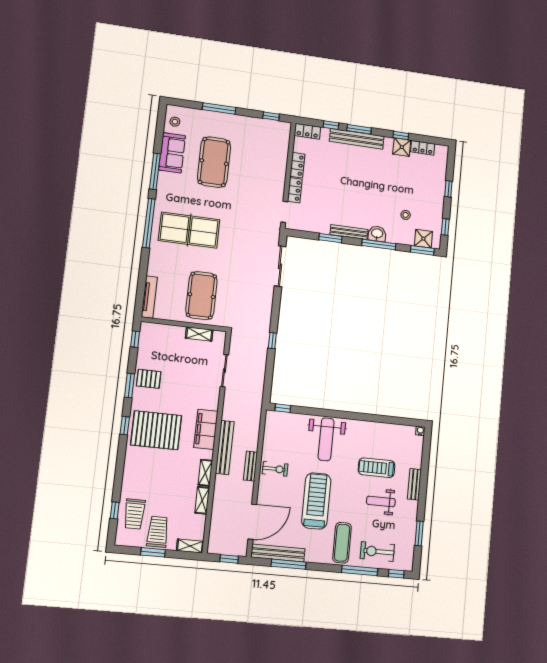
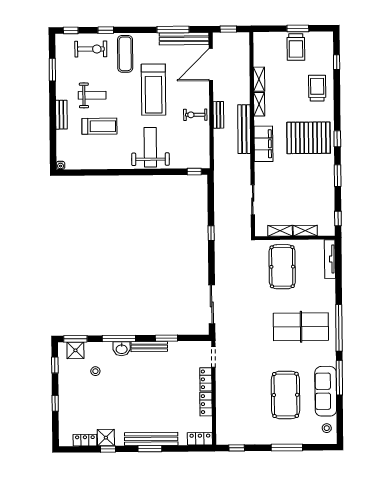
window: (331, 125) -> (178, 448), removed
sofa: (172, 153) -> (326, 391), width x1.36
pallet: (149, 379) -> (321, 184), removed
trolley: (135, 514) -> (317, 88), moved
shelving: (190, 546) -> (305, 231), moved
window: (360, 571) -> (106, 30), width x0.46

